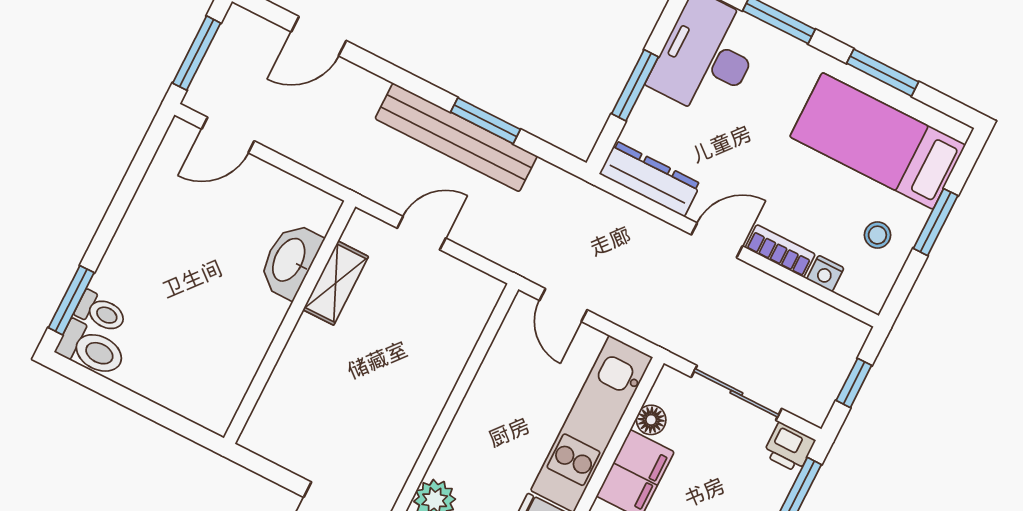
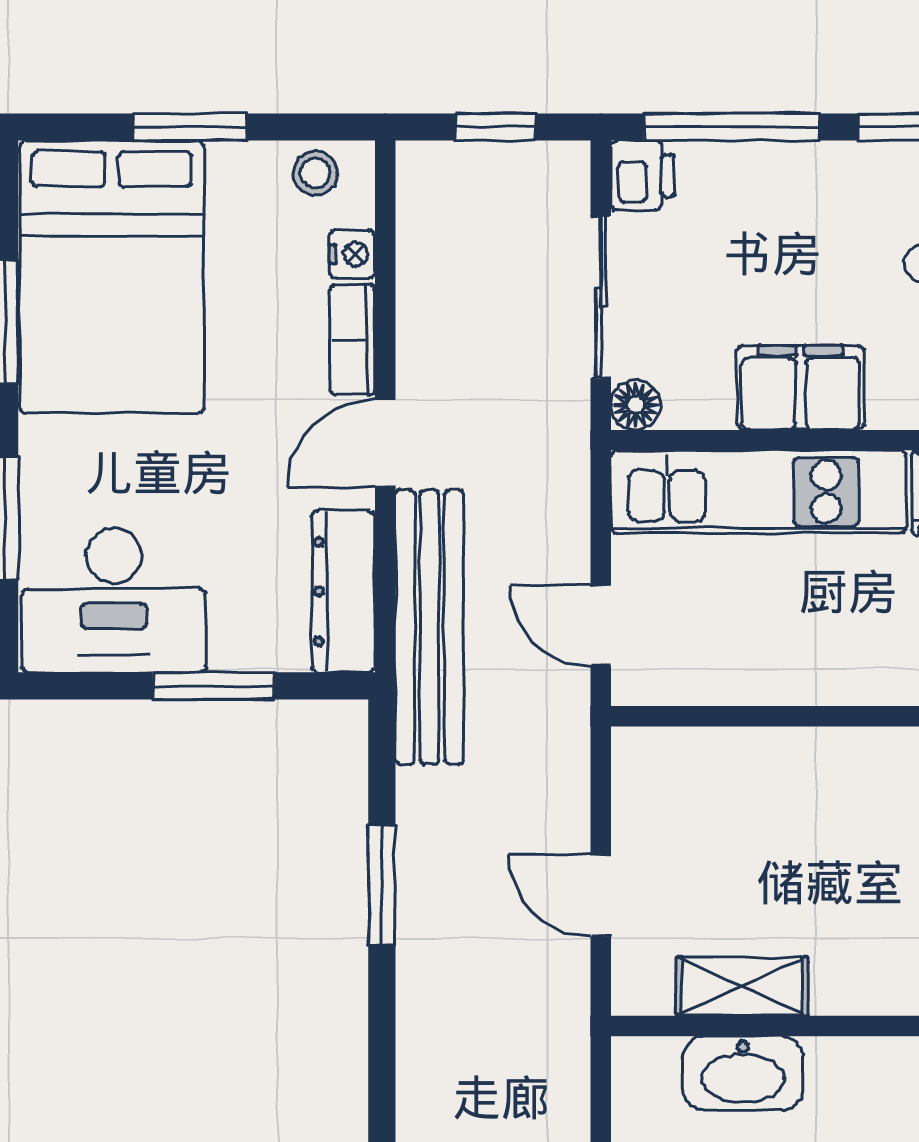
bench: (456, 137) -> (429, 627), moved
bed: (878, 141) -> (112, 277), width x1.50
stool: (877, 235) -> (315, 173), moved
door: (717, 240) -> (385, 443), hinge flipped
door: (563, 305) -> (601, 626), swing flipped
floor lamp: (651, 420) -> (636, 405), moved

